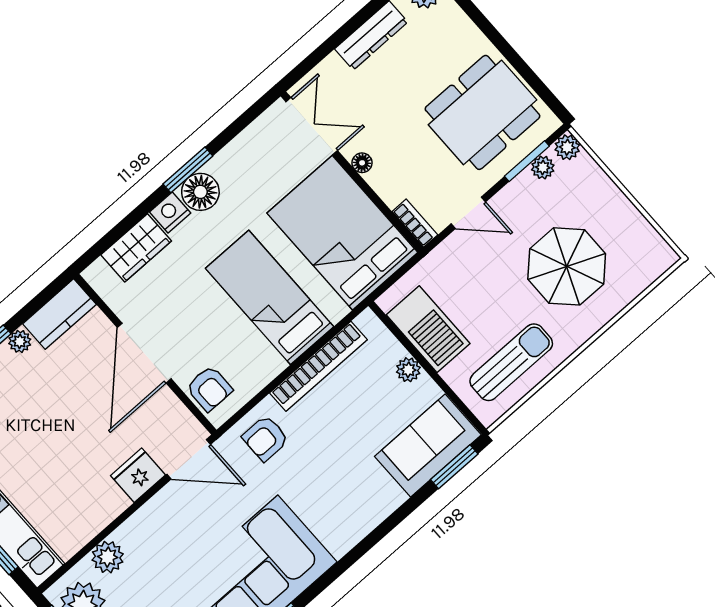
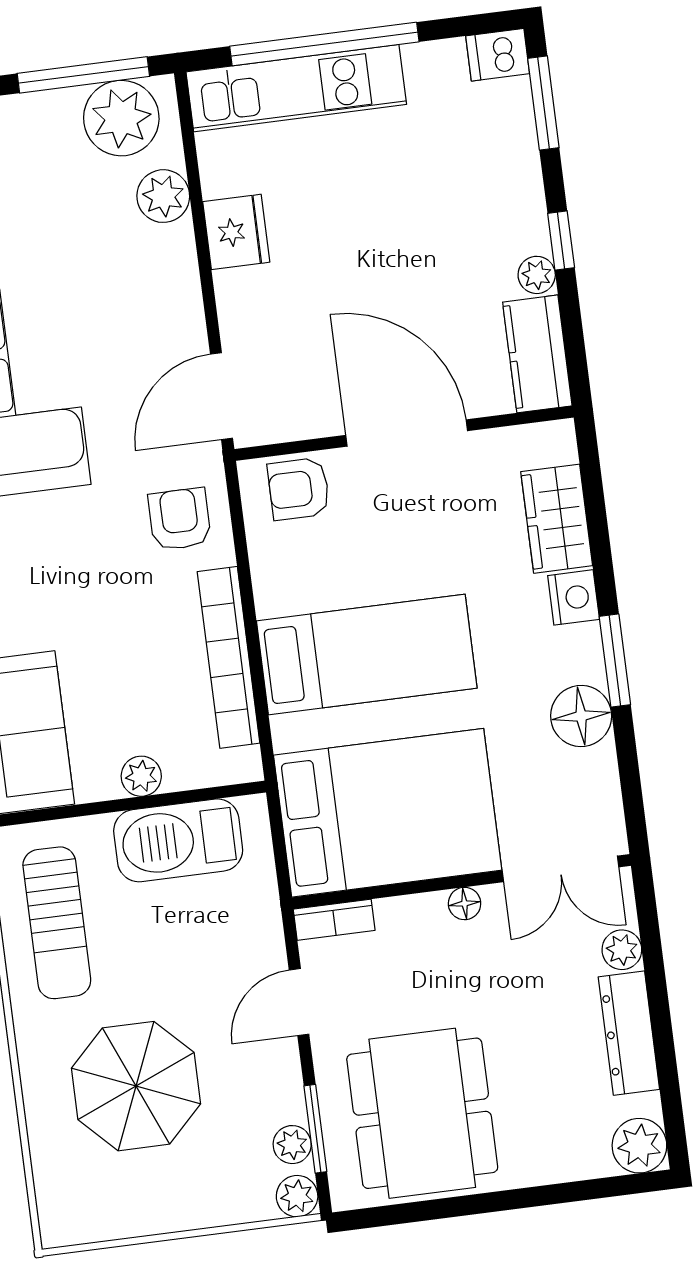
plant: (332, 68) -> (622, 950), added
floor lamp: (200, 192) -> (581, 716), moved
fridge: (138, 475) -> (236, 232), moved

